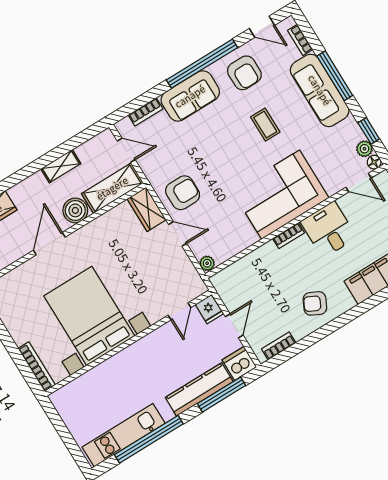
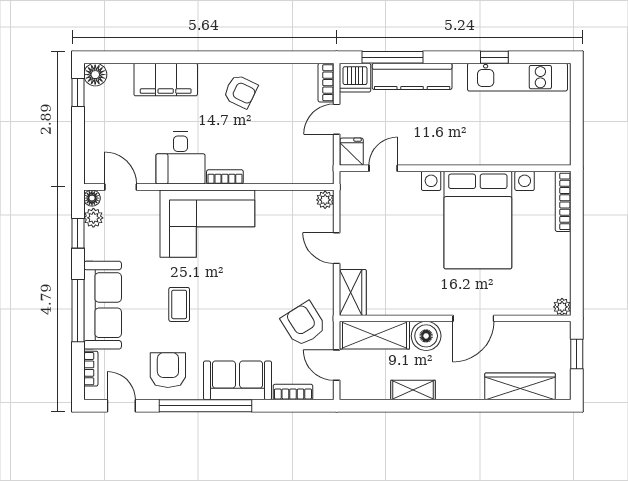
armchair: (183, 193) -> (304, 324), moved, turned 58
bookcase: (279, 346) -> (326, 83), moved, turned 90
window: (149, 439) -> (494, 57), width x0.32

